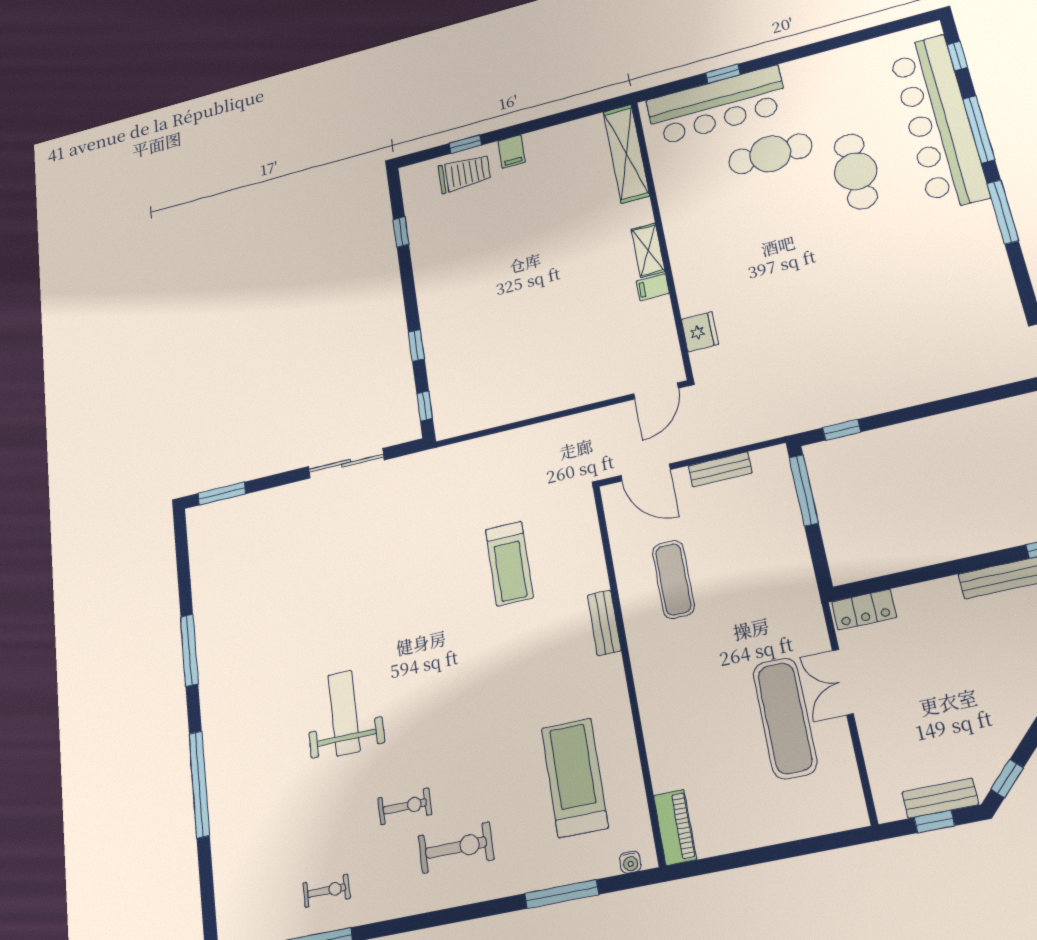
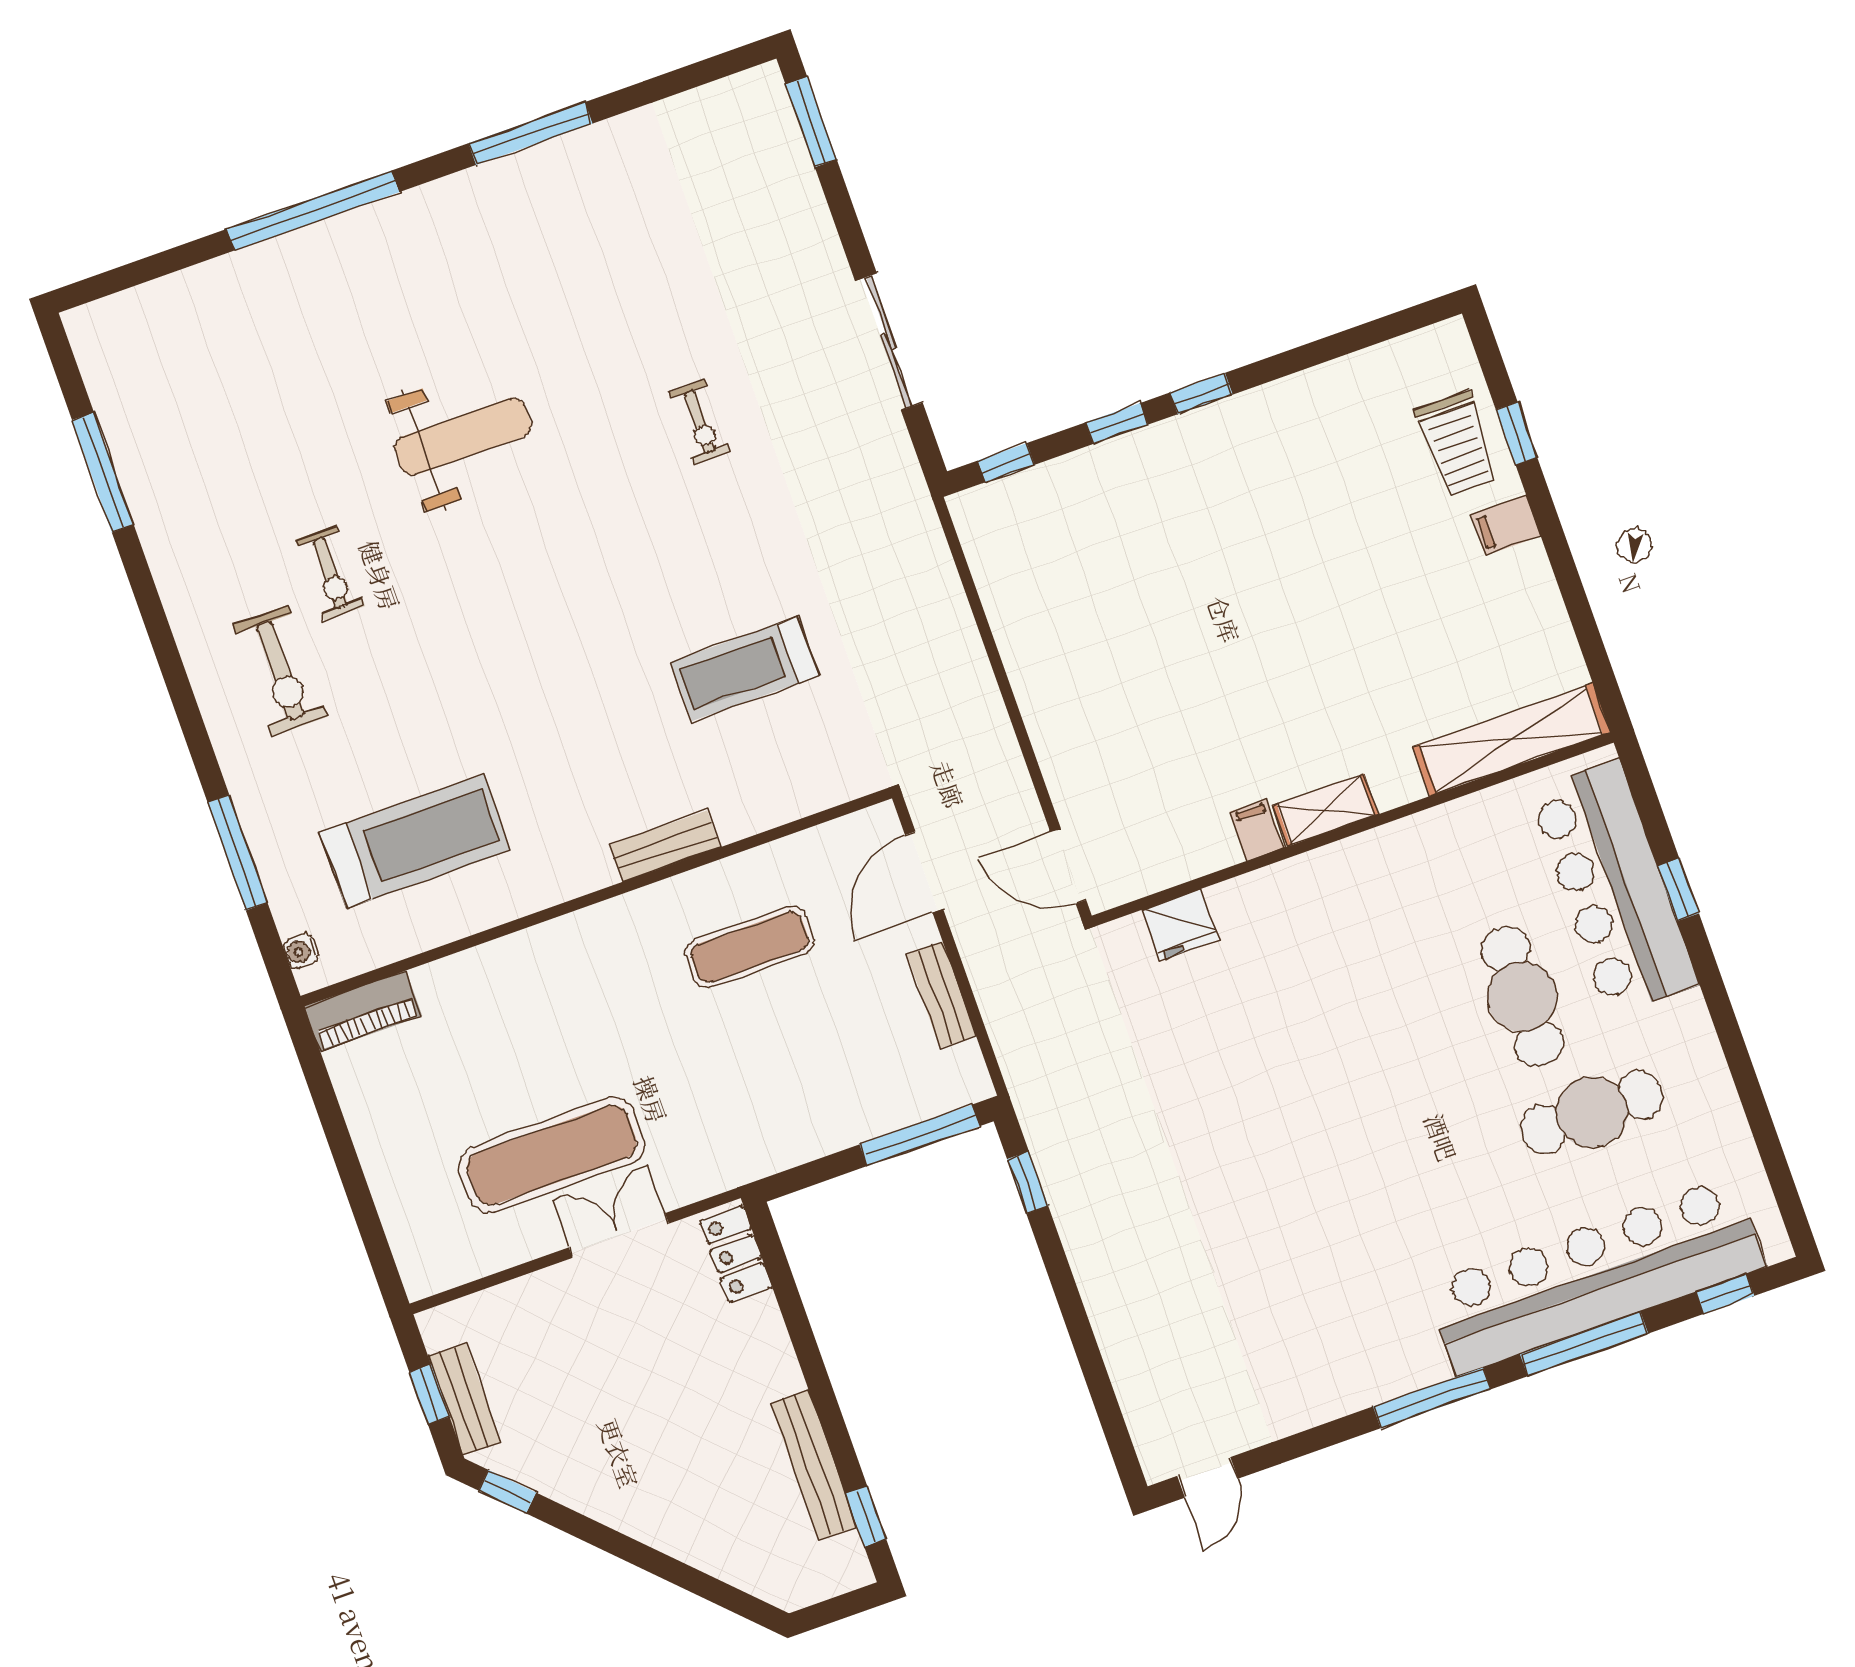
cafe table: (856, 171) -> (1592, 1112), moved
window: (401, 232) -> (1201, 394), moved
exercise bike: (326, 891) -> (700, 422), moved

